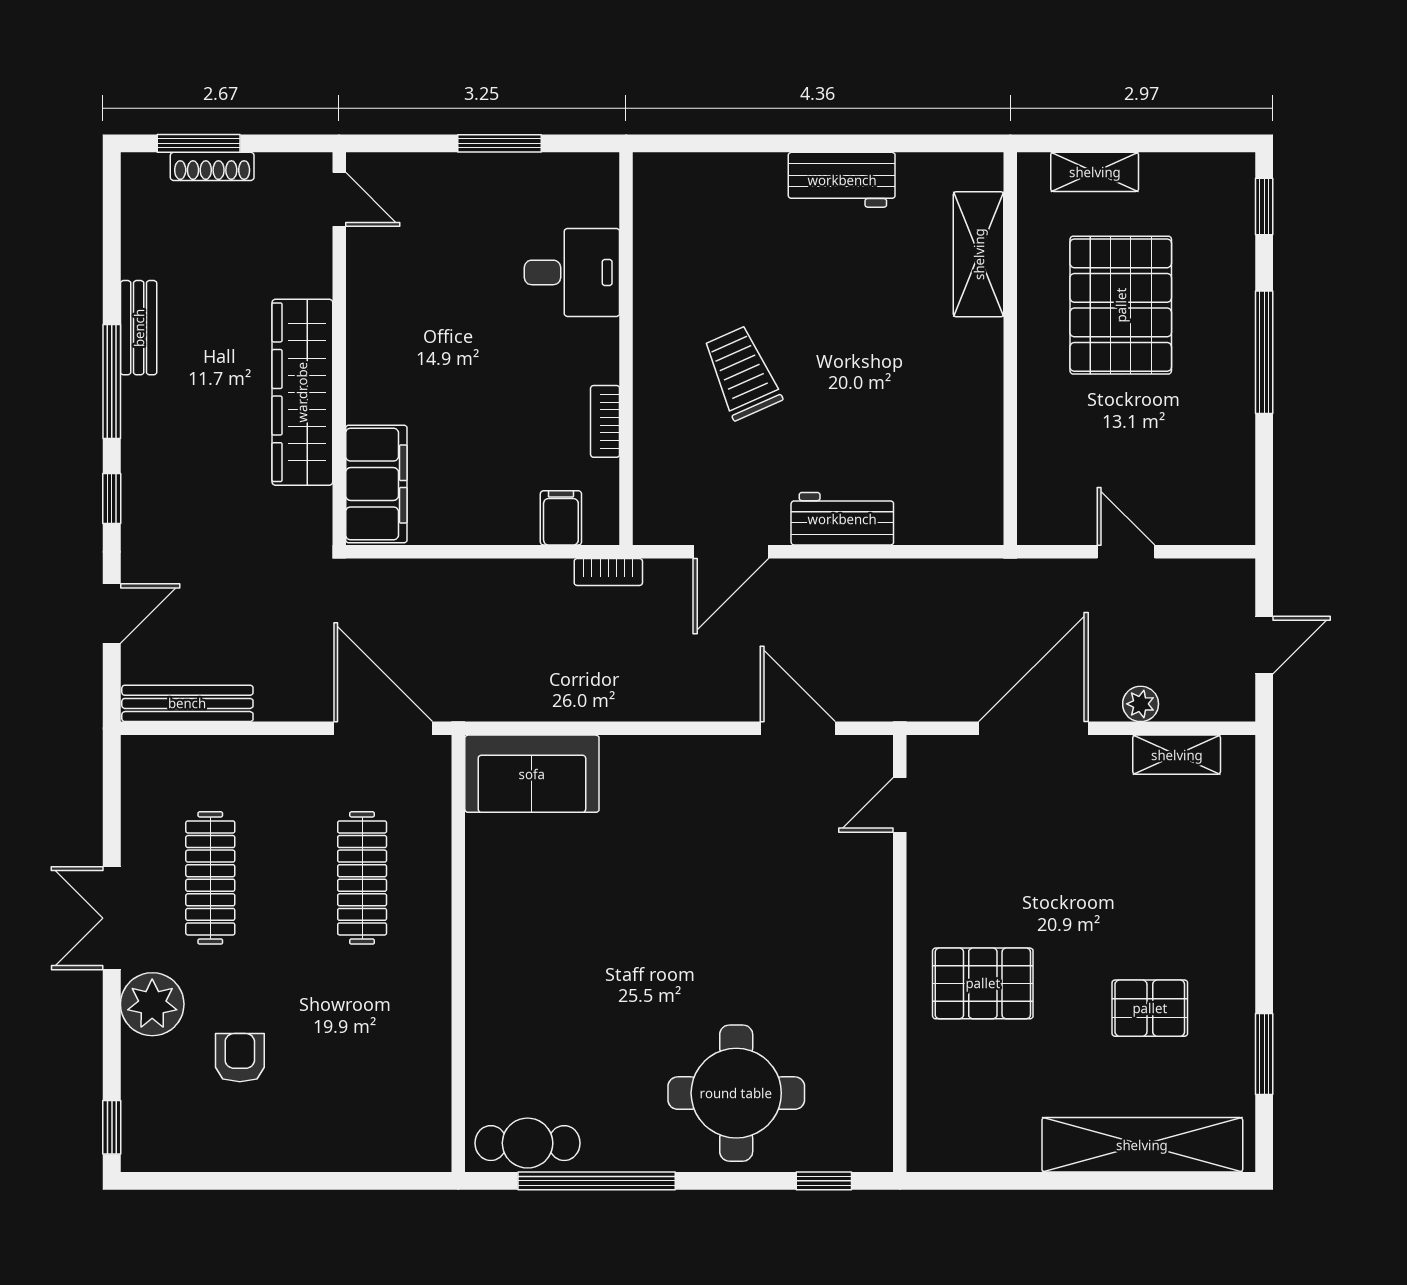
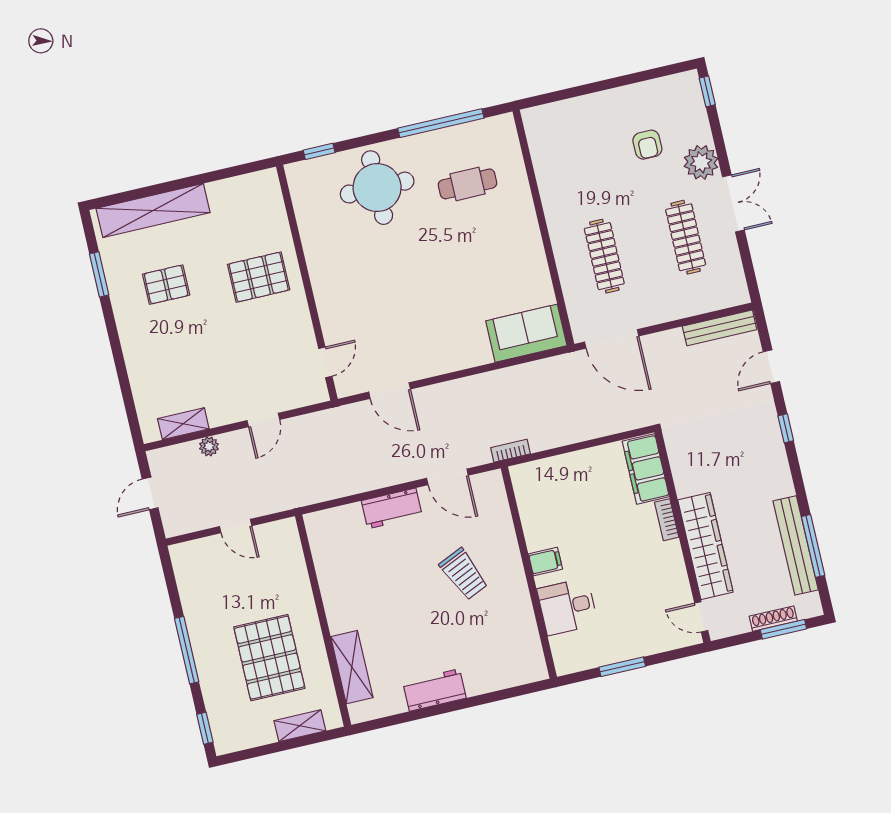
bench: (139, 328) -> (796, 545), width x1.86, depth x1.21
window: (112, 381) -> (813, 546), moved
wardrobe: (302, 392) -> (705, 546), moved
bookcase: (605, 421) -> (667, 520), moved, turned 180
filing cabinet: (561, 518) -> (545, 562), moved, turned -90
door: (731, 552) -> (447, 477), swing flipped
door: (1033, 728) -> (263, 420), width x0.53
cafe table: (528, 1143) -> (468, 184), moved

